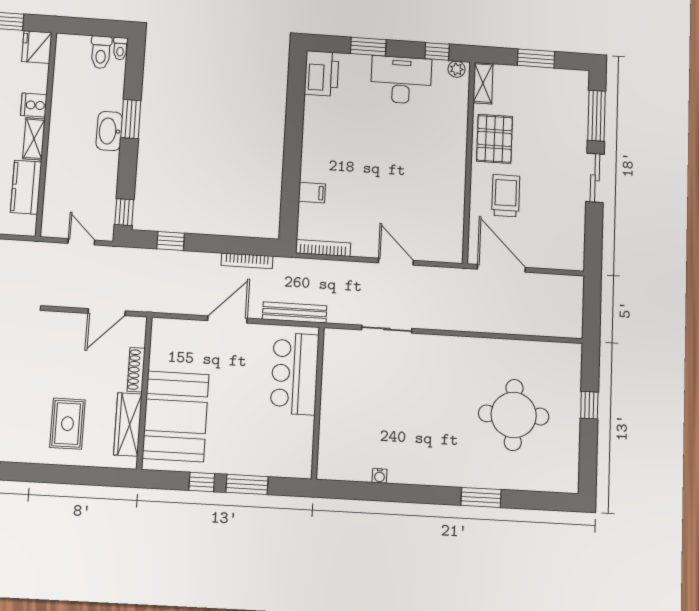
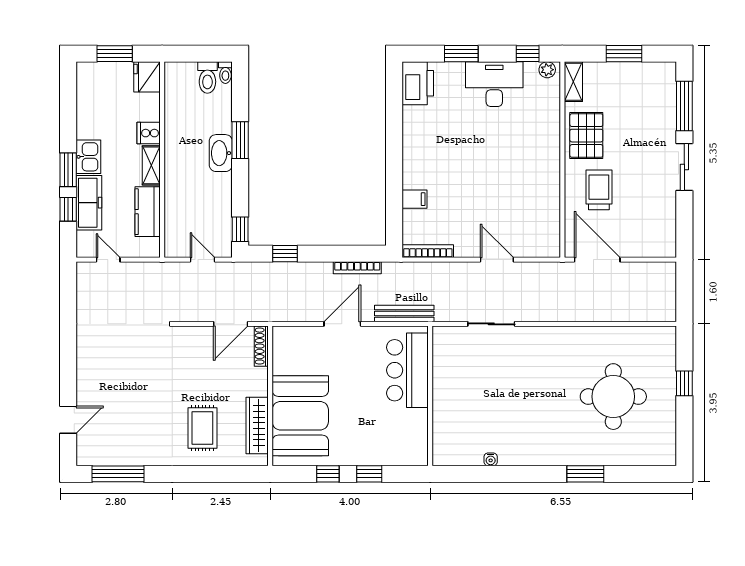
shoe rack: (136, 370) -> (261, 346), moved
window: (247, 484) -> (369, 474), width x0.67

